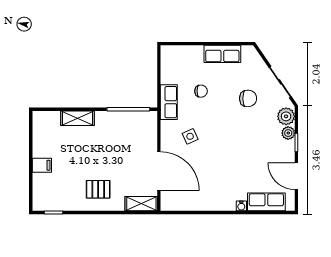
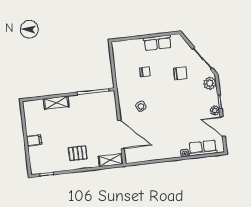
row of seats: (169, 102) -> (122, 83), removed
plant: (288, 133) -> (215, 111), moved

